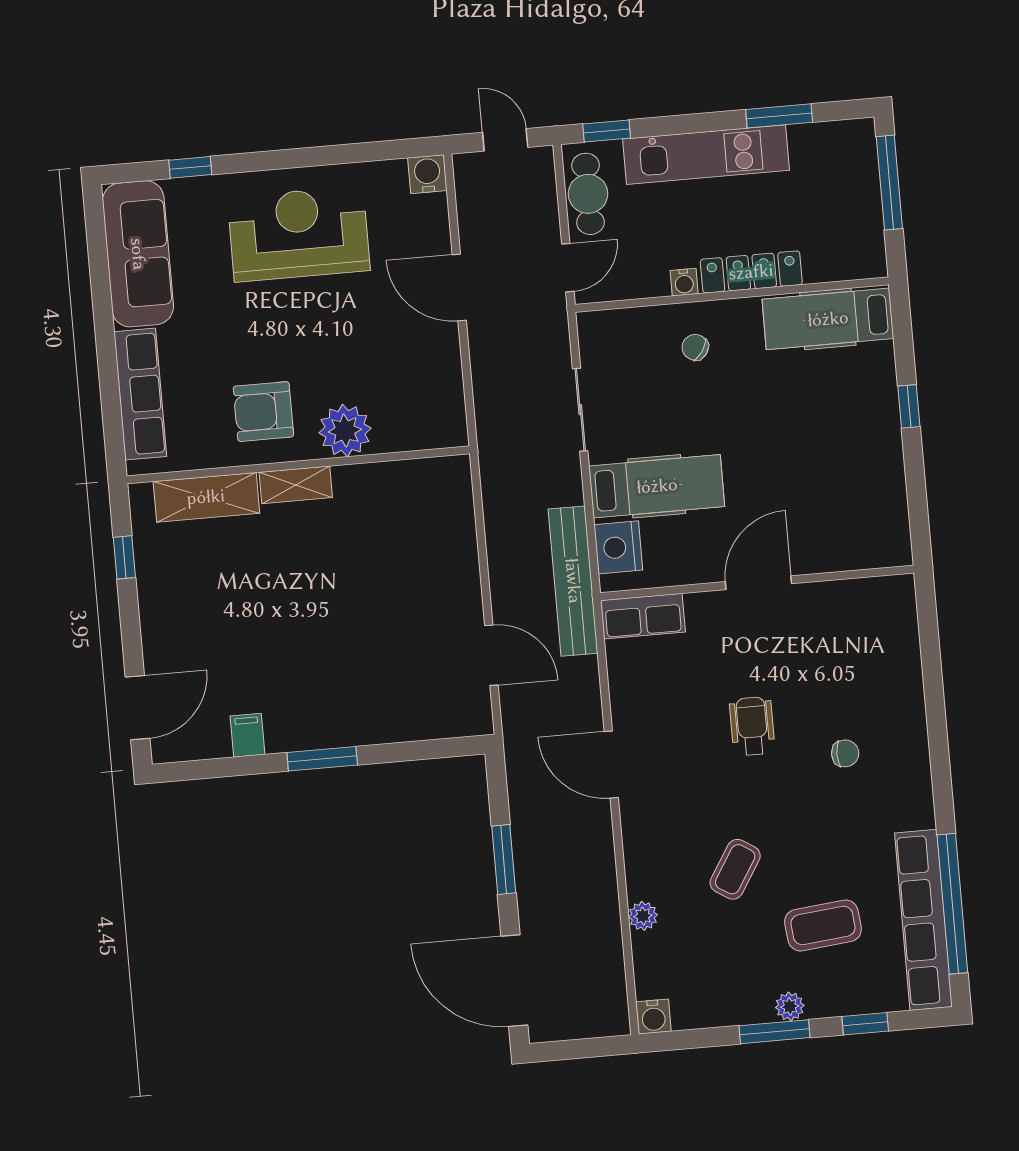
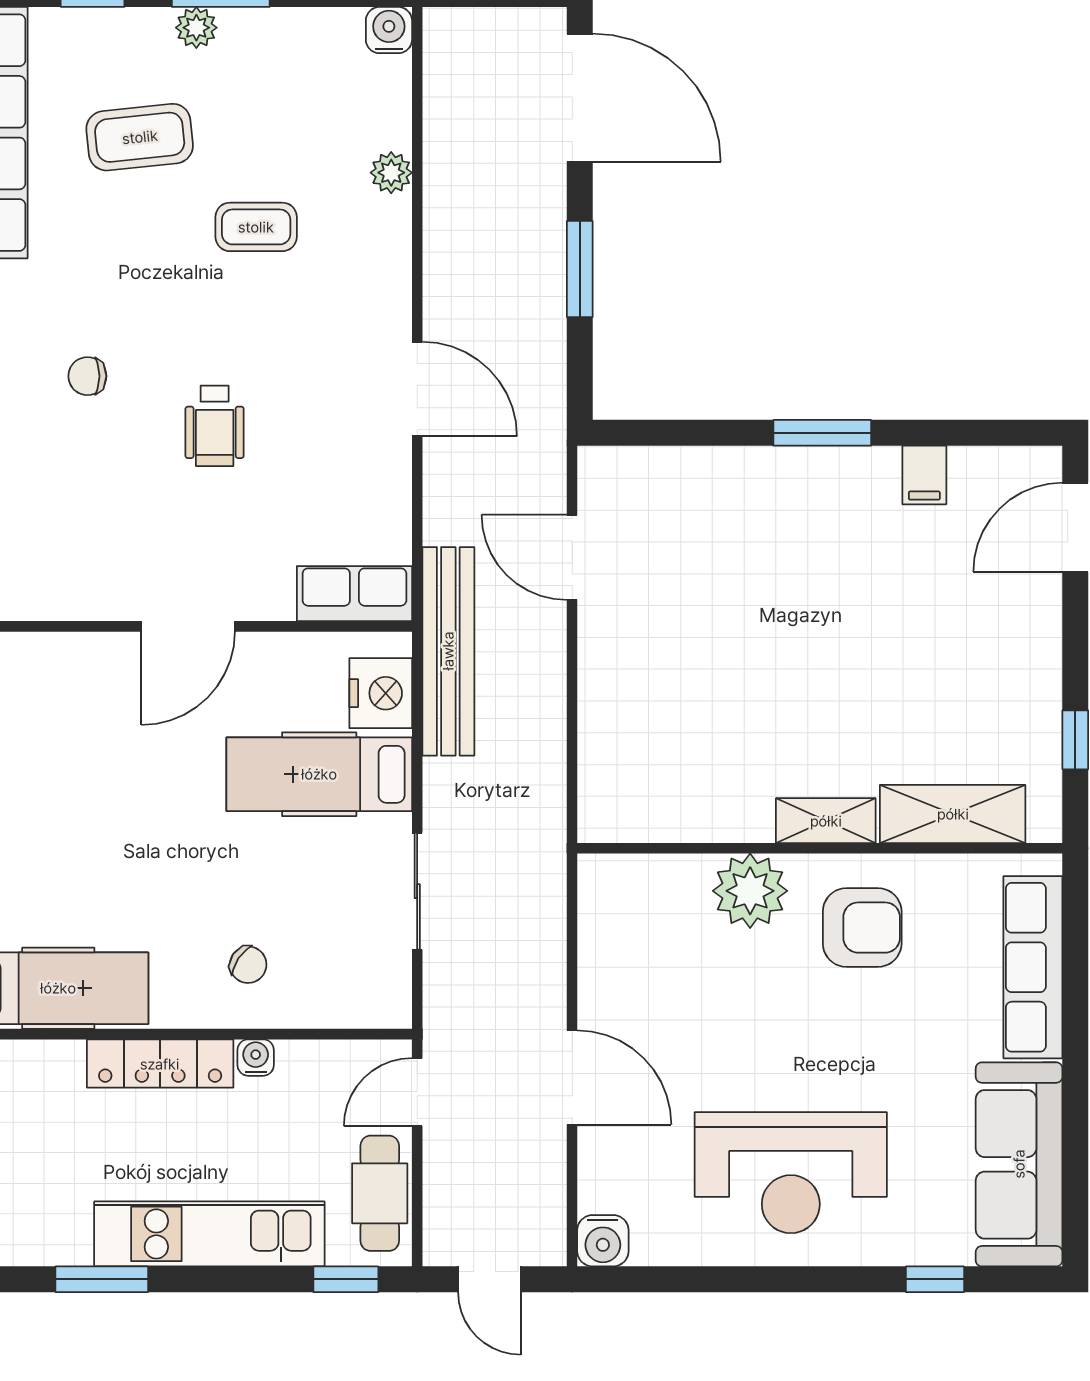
coffee table: (735, 869) -> (256, 227), turned 58

